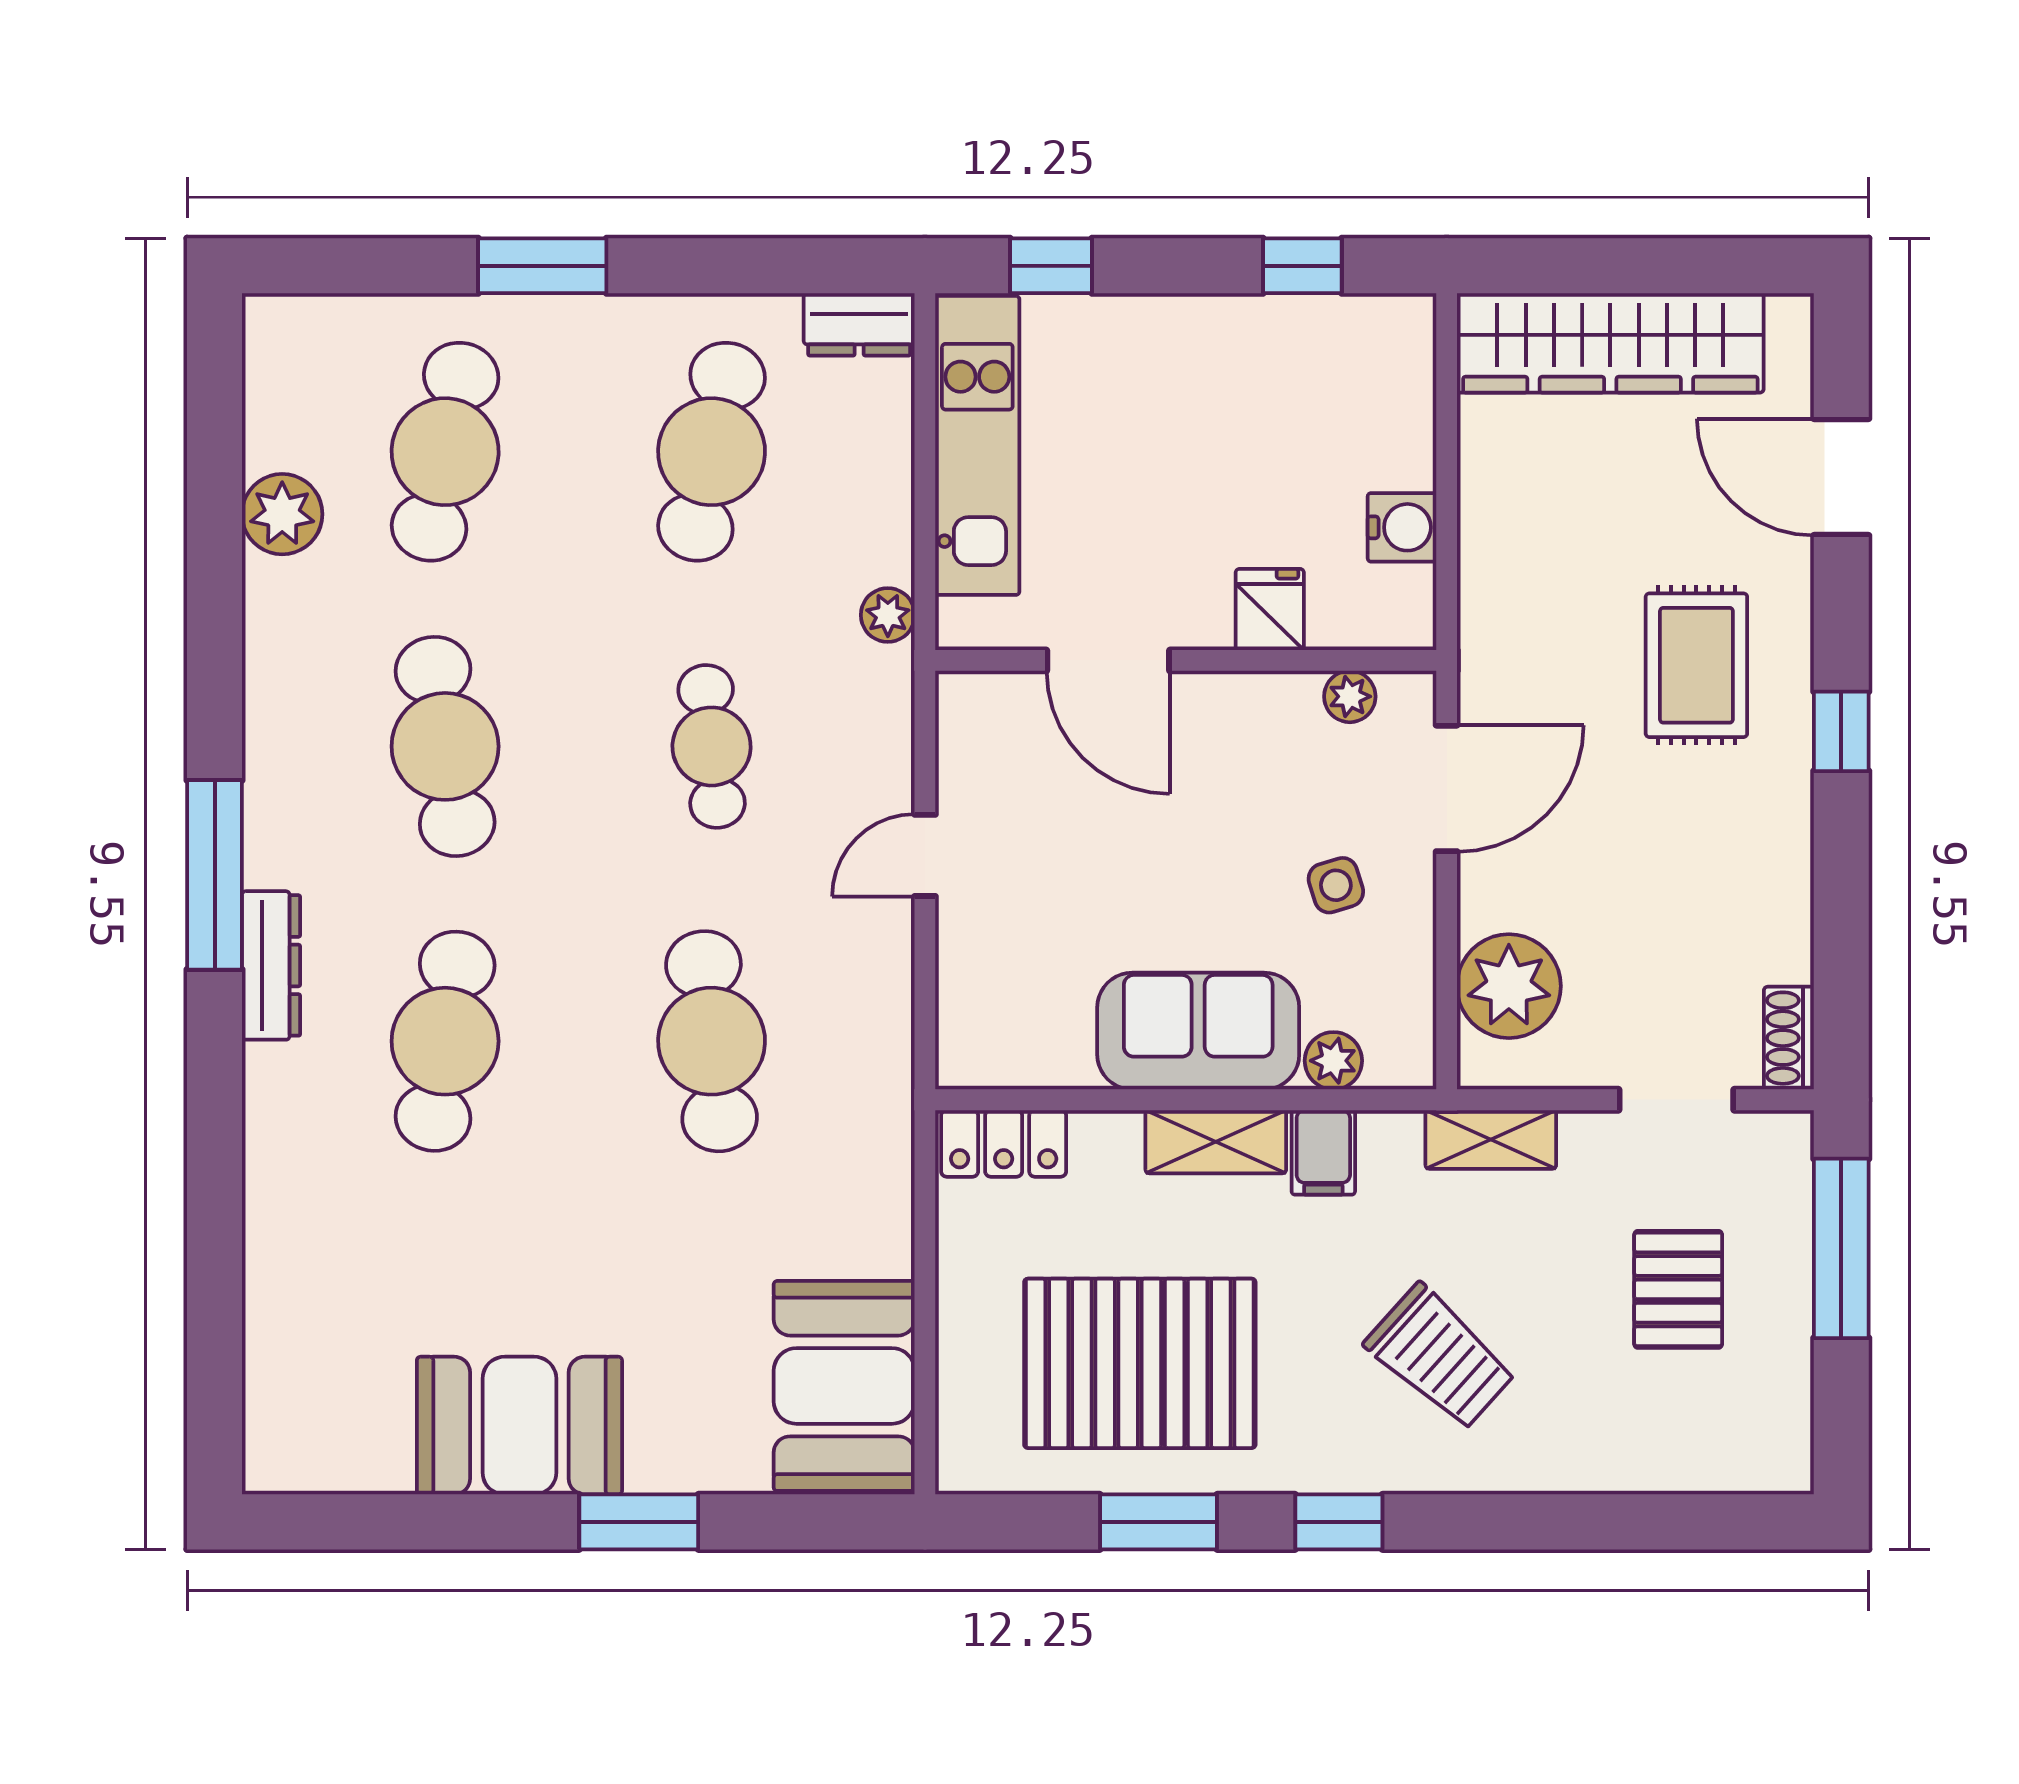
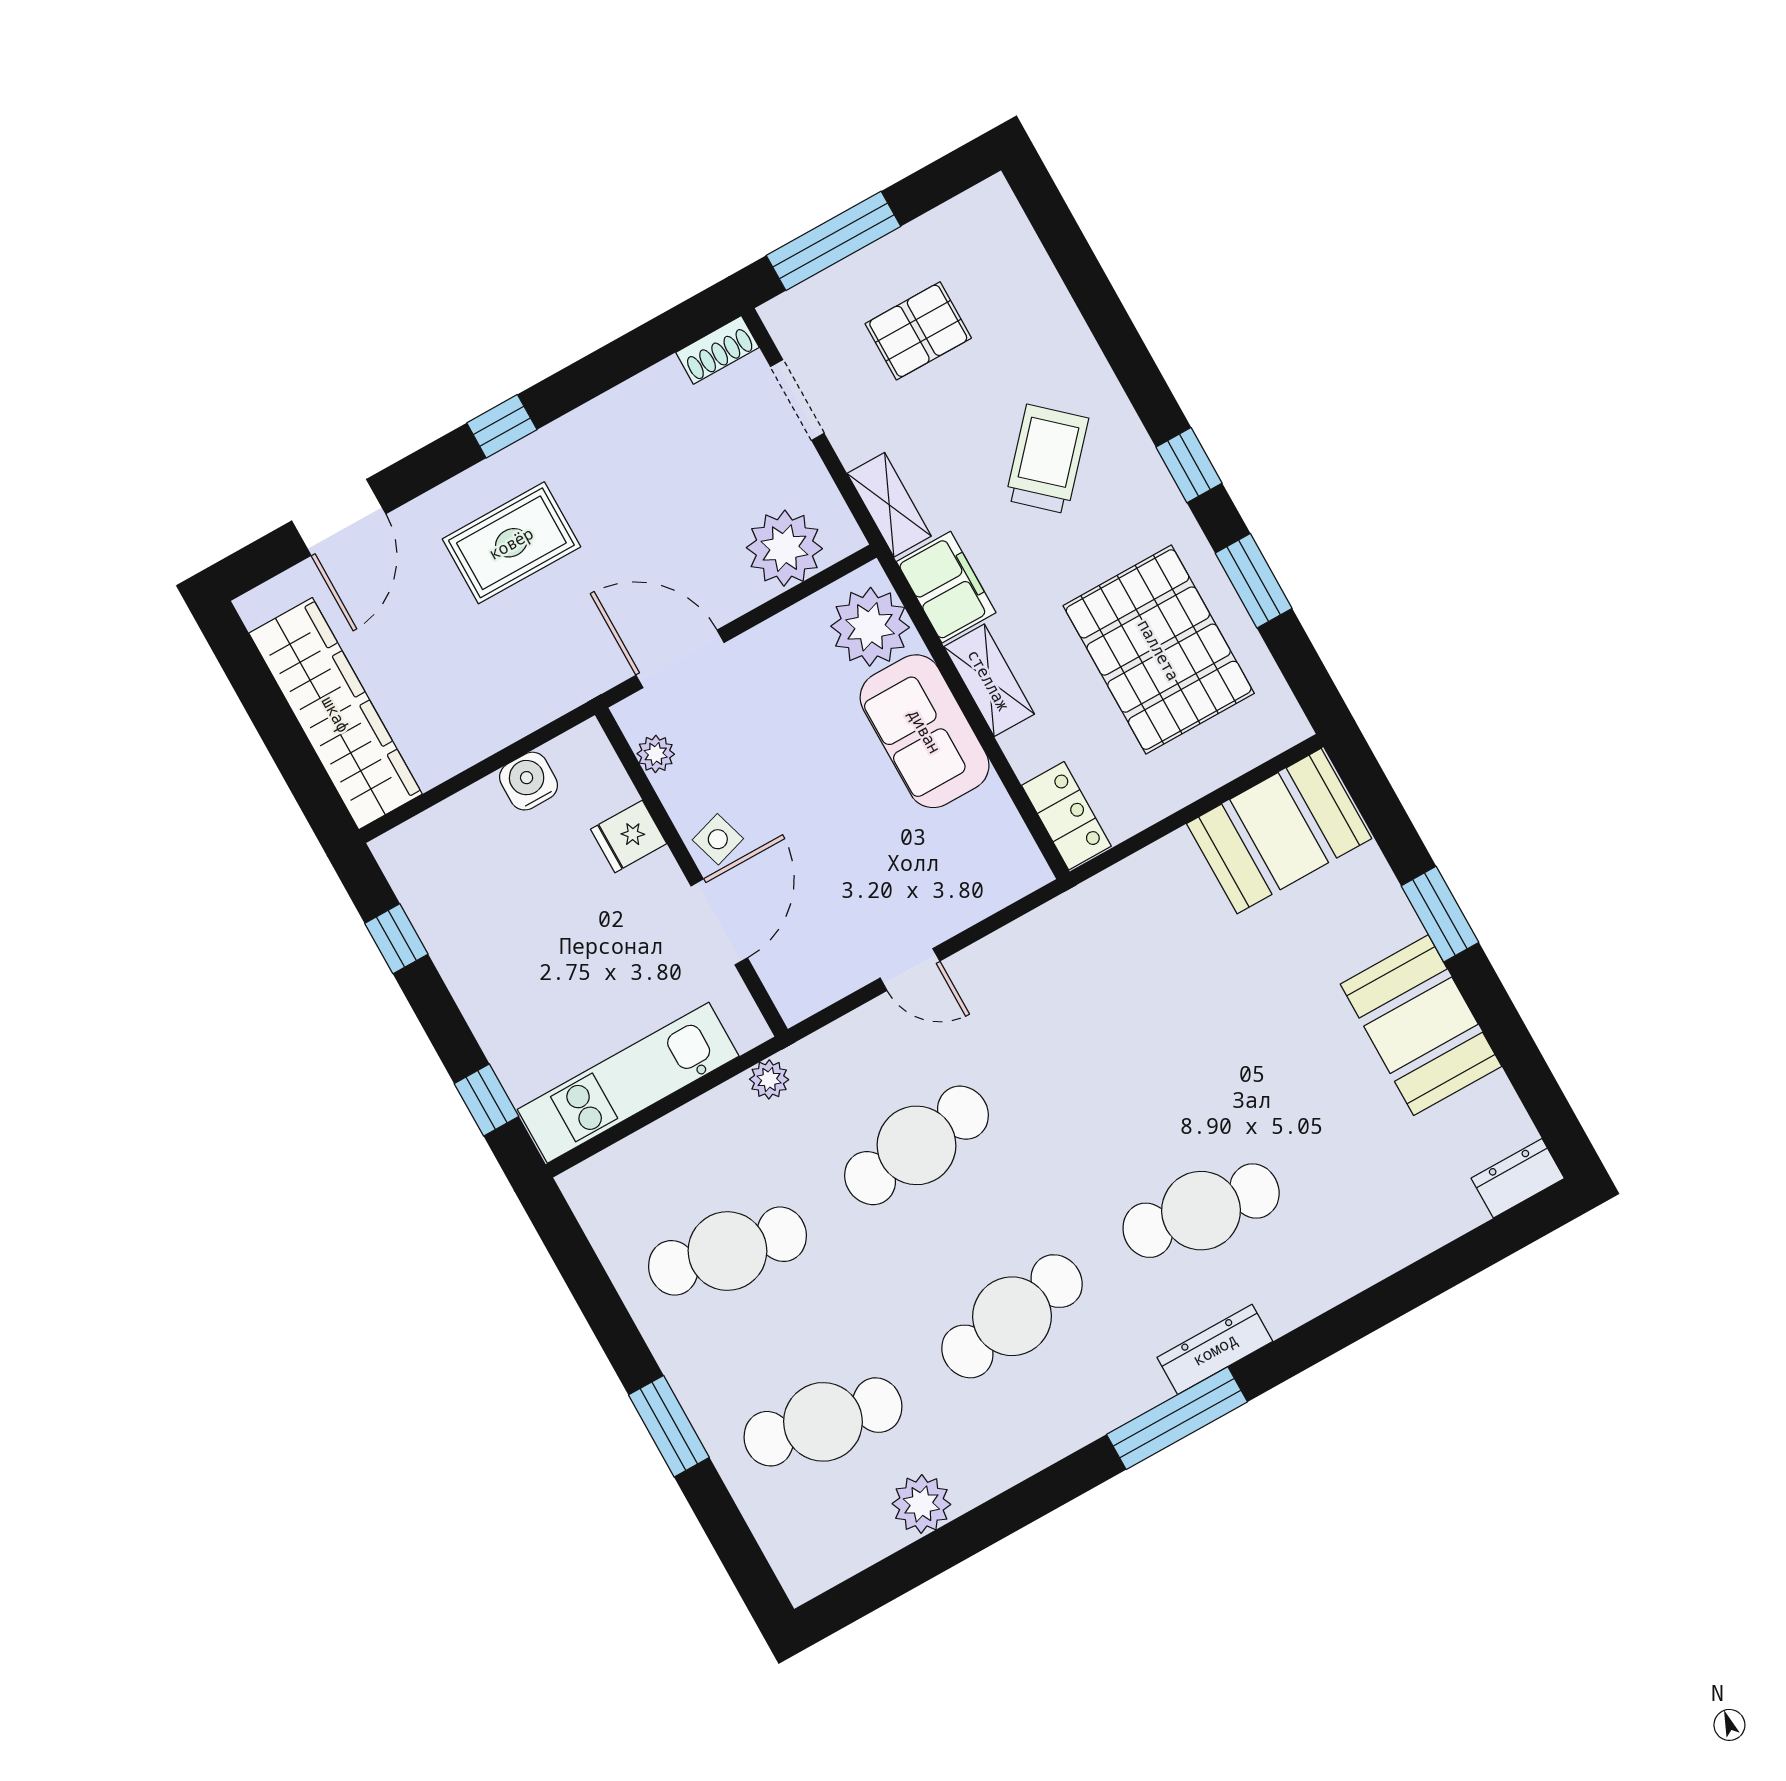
dresser: (859, 324) -> (1518, 1178), moved, turned -90
cafe table: (712, 746) -> (917, 1145), width x1.37, depth x1.35
side table: (1336, 885) -> (718, 839), moved
cafe table: (712, 1041) -> (1106, 1040), removed
plant: (1333, 1061) -> (870, 627), width x1.88, depth x1.88
filing cabinet: (1323, 1152) -> (946, 587), width x2.00

